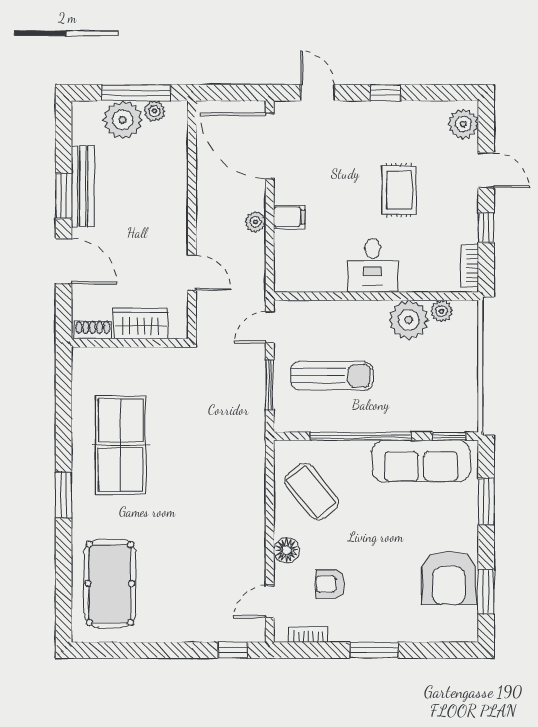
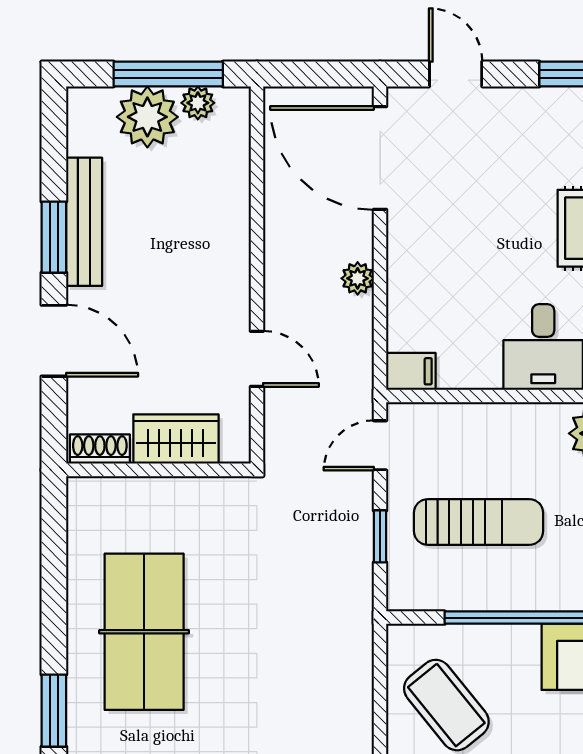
filing cabinet: (289, 217) -> (411, 371), moved
window: (270, 385) -> (380, 536), width x0.67

